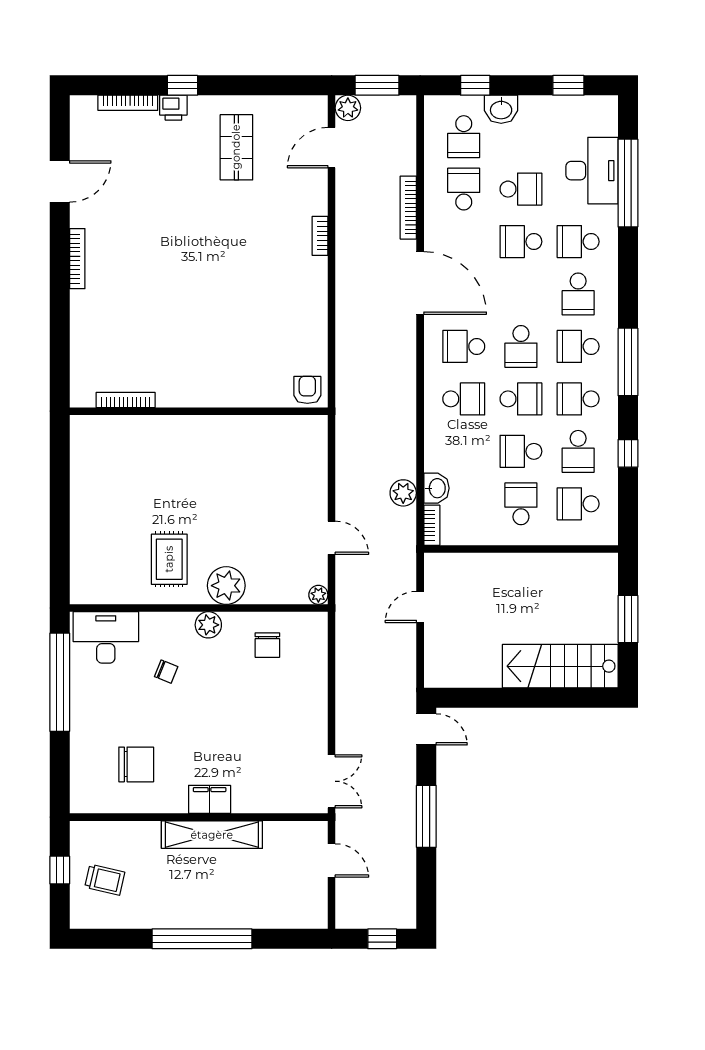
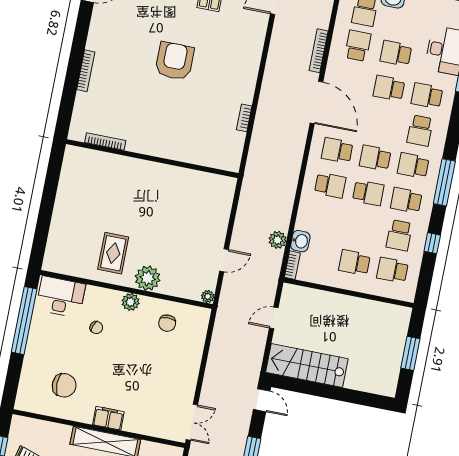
school desk: (521, 189) -> (396, 53), turned 180
bookcase: (320, 236) -> (244, 118), moved
bookcase: (77, 259) -> (86, 71), moved
school desk: (521, 346) -> (375, 158), turned 90
armchair: (307, 390) -> (175, 61), moved, width x1.88, depth x1.88
school desk: (521, 451) -> (361, 228), removed
school desk: (521, 504) -> (354, 263), turned -90
door: (332, 538) -> (224, 260), hinge flipped
stairs: (560, 666) -> (307, 365), moved

